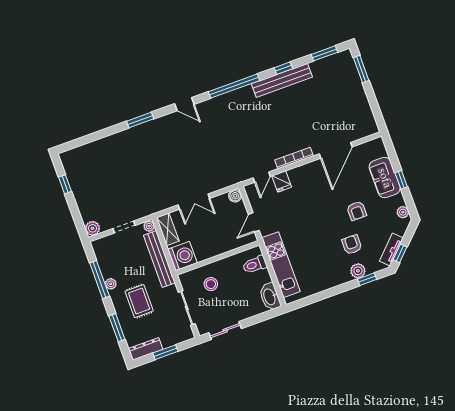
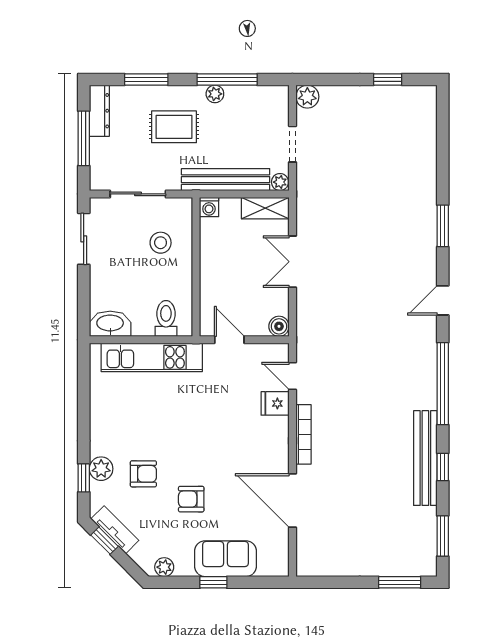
washing machine: (182, 256) -> (209, 207), width x0.53, depth x0.53
window: (165, 352) -> (84, 138), width x1.44

